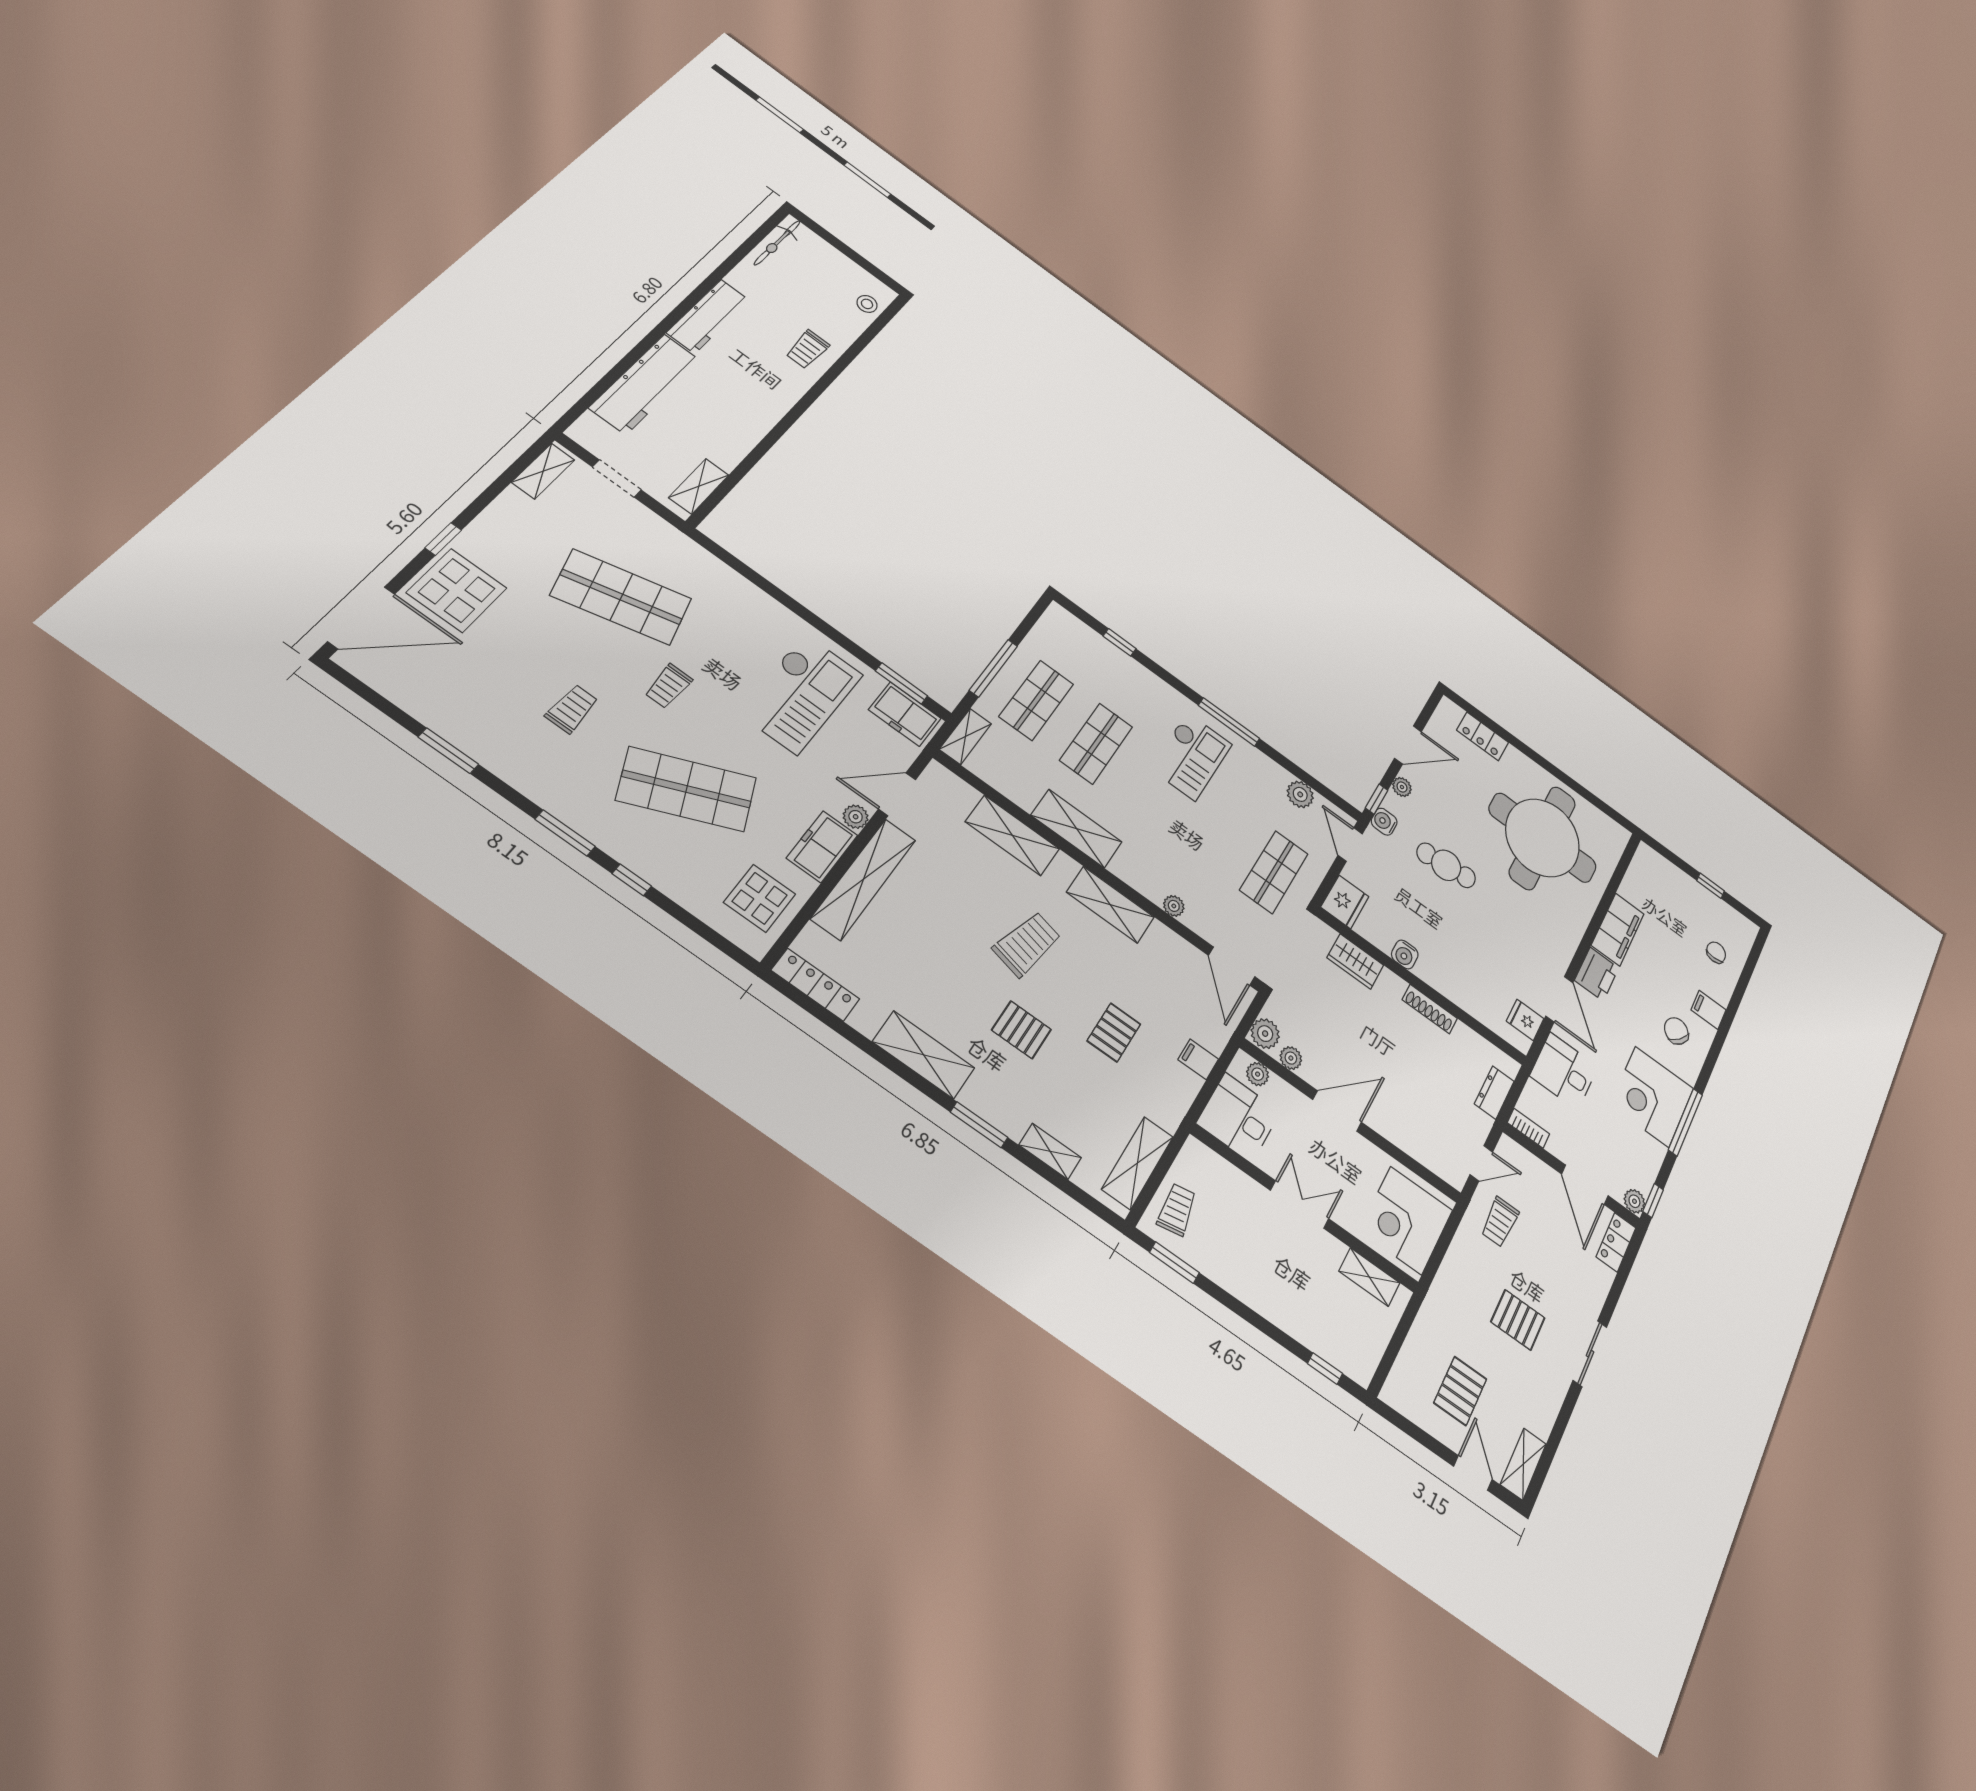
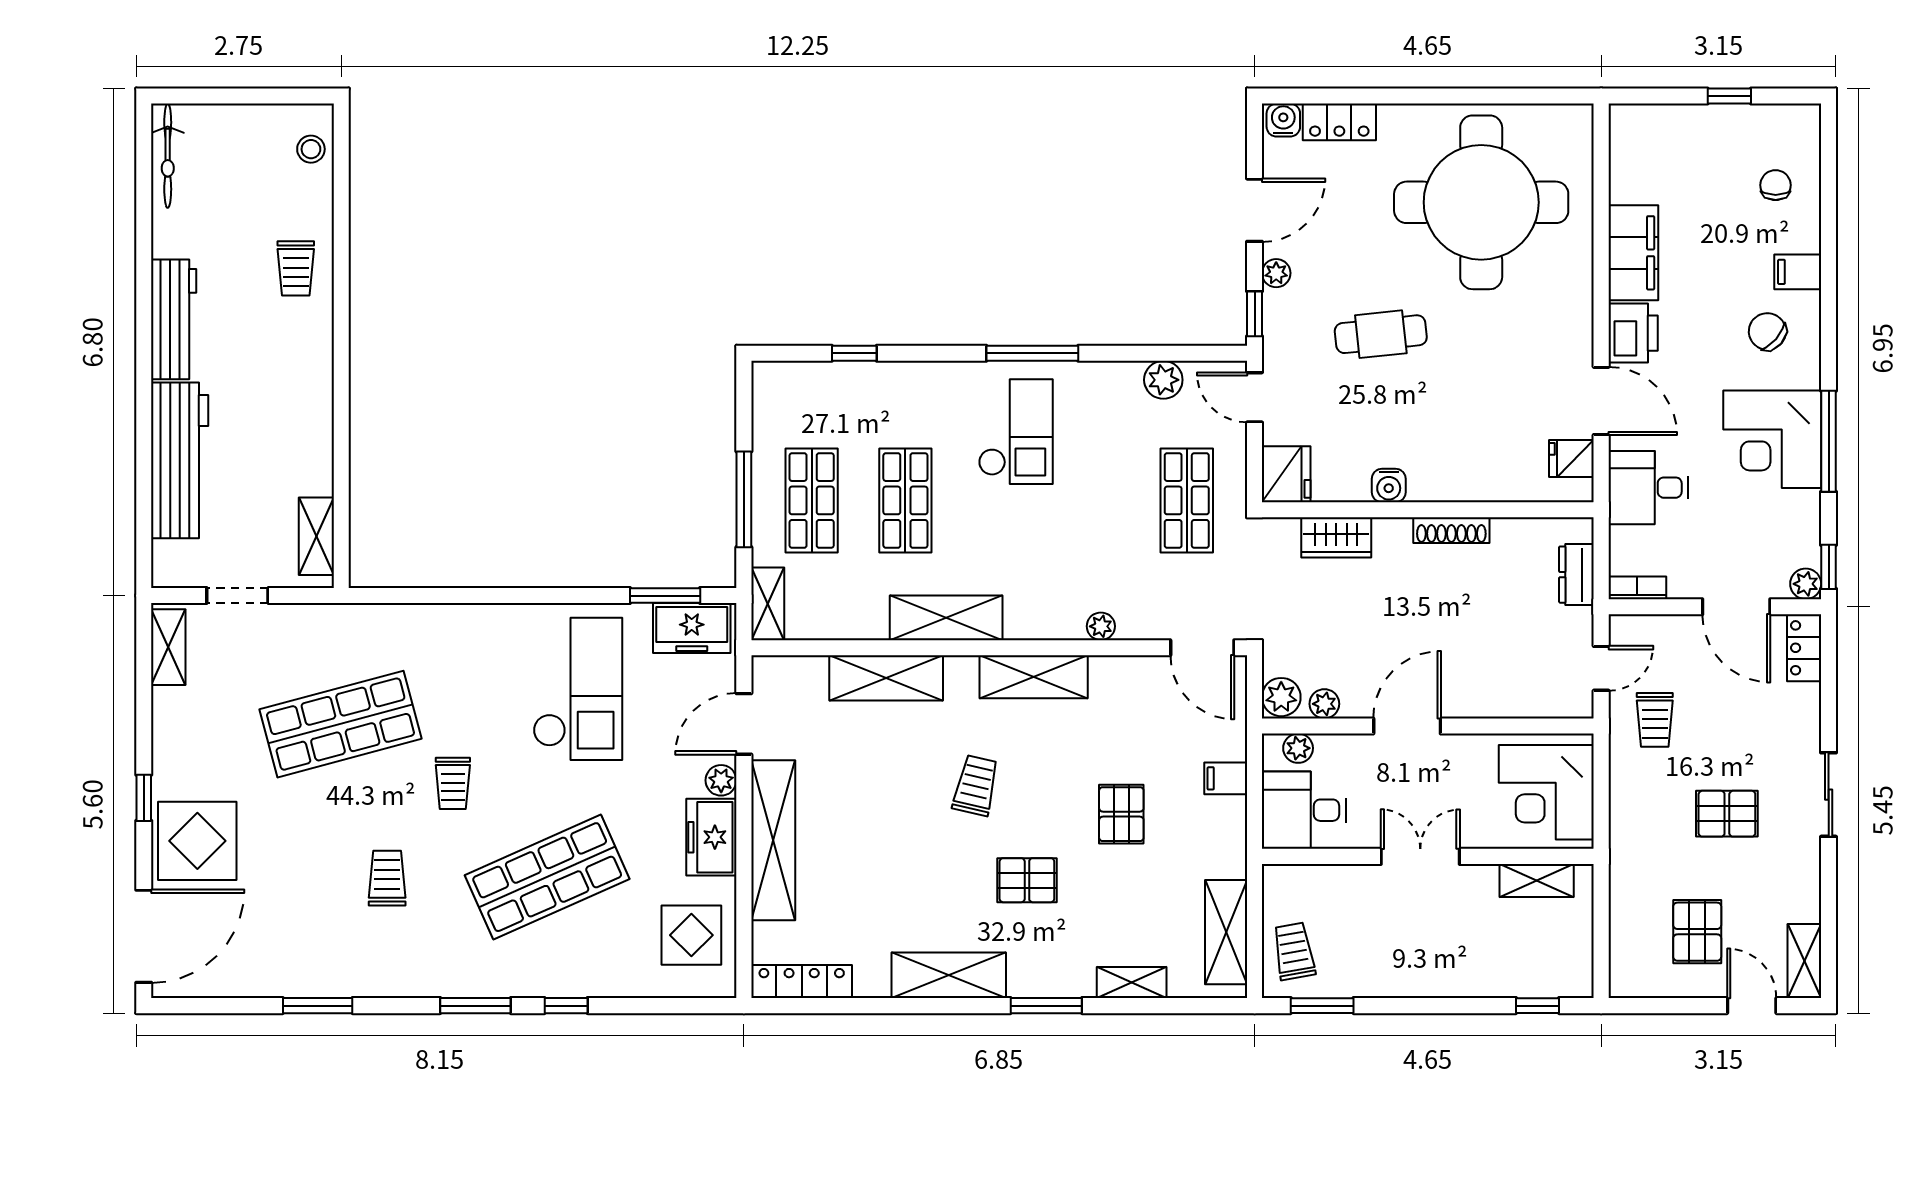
water cooler: (1384, 822) -> (1283, 120), moved, turned 90
trolley: (1027, 944) -> (976, 786), width x0.73, depth x0.72

